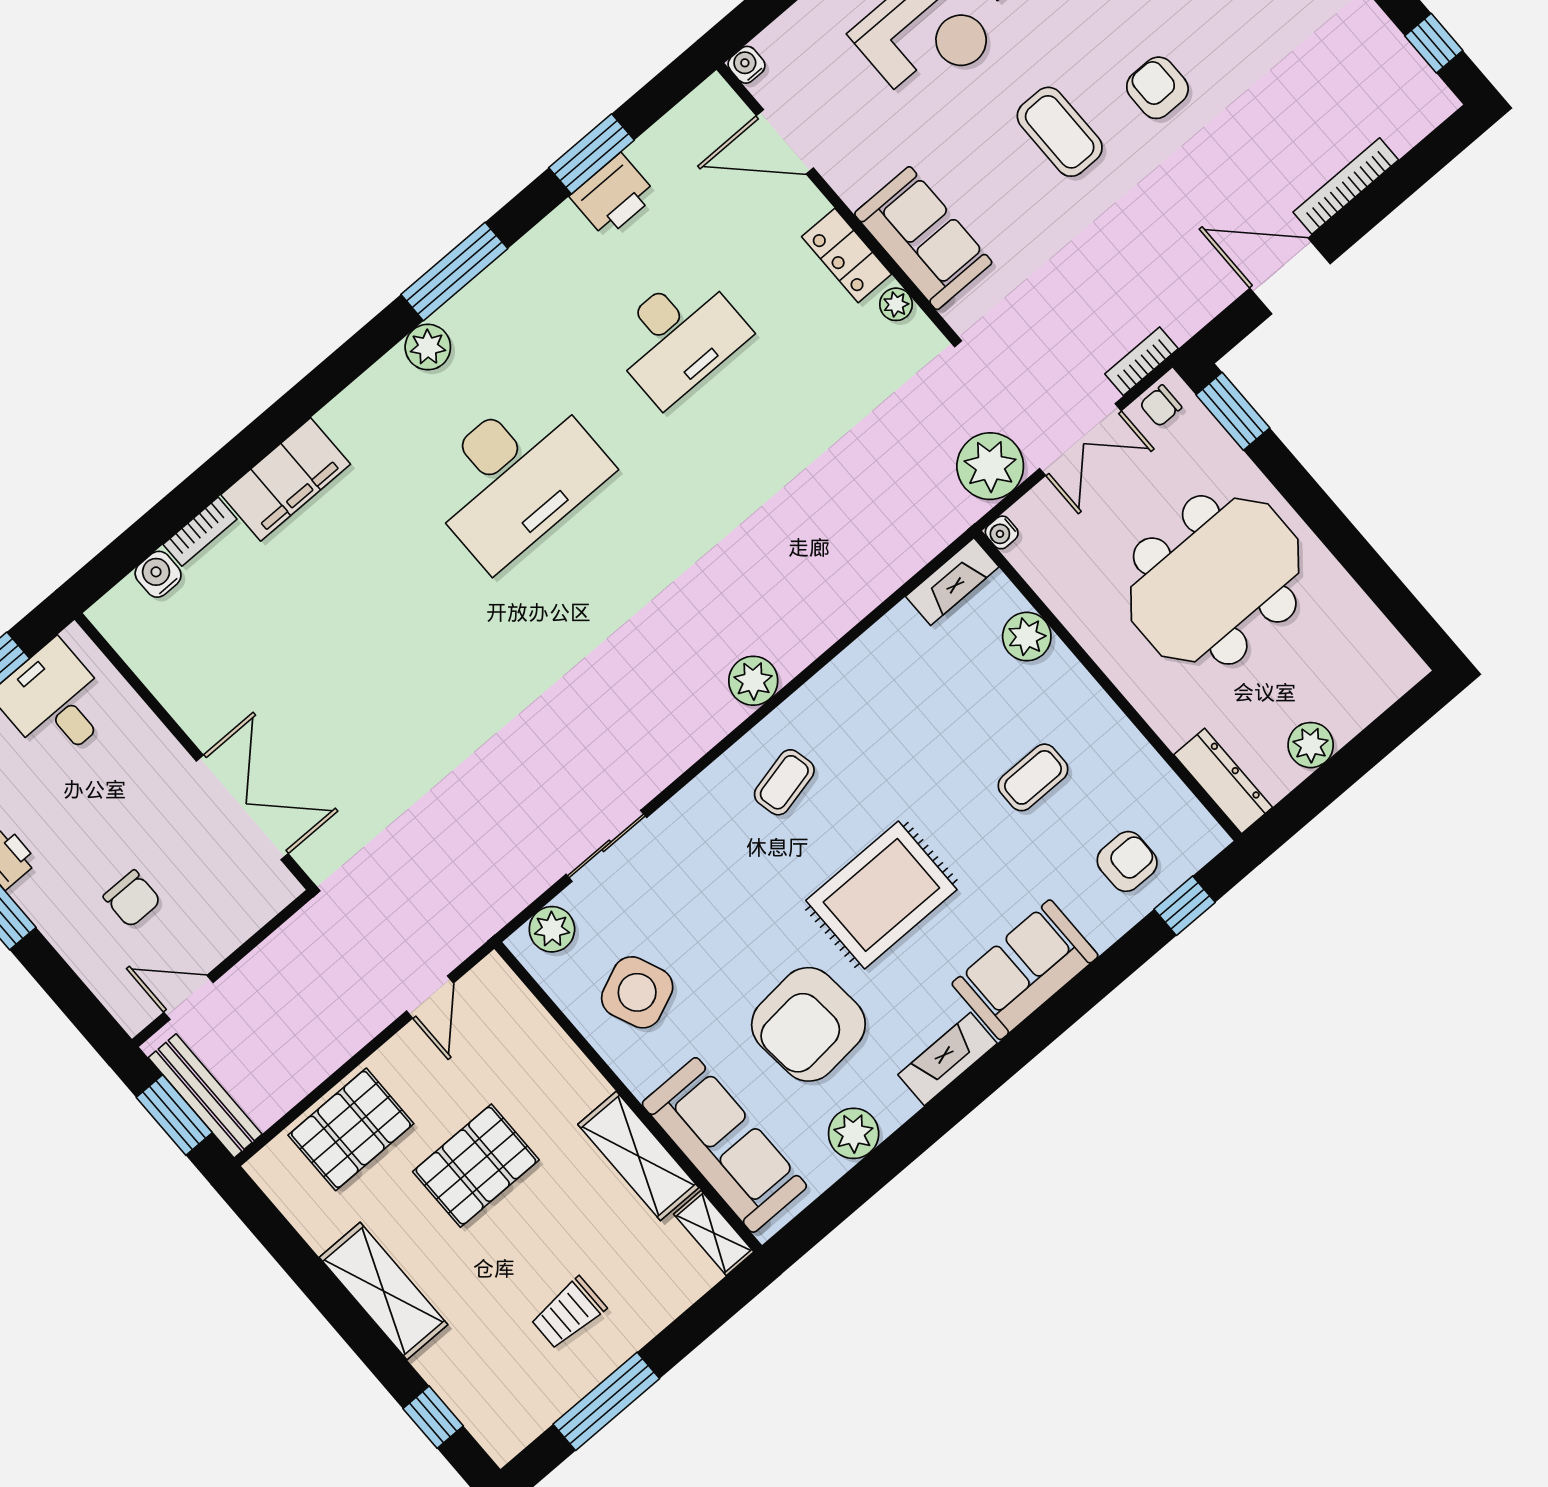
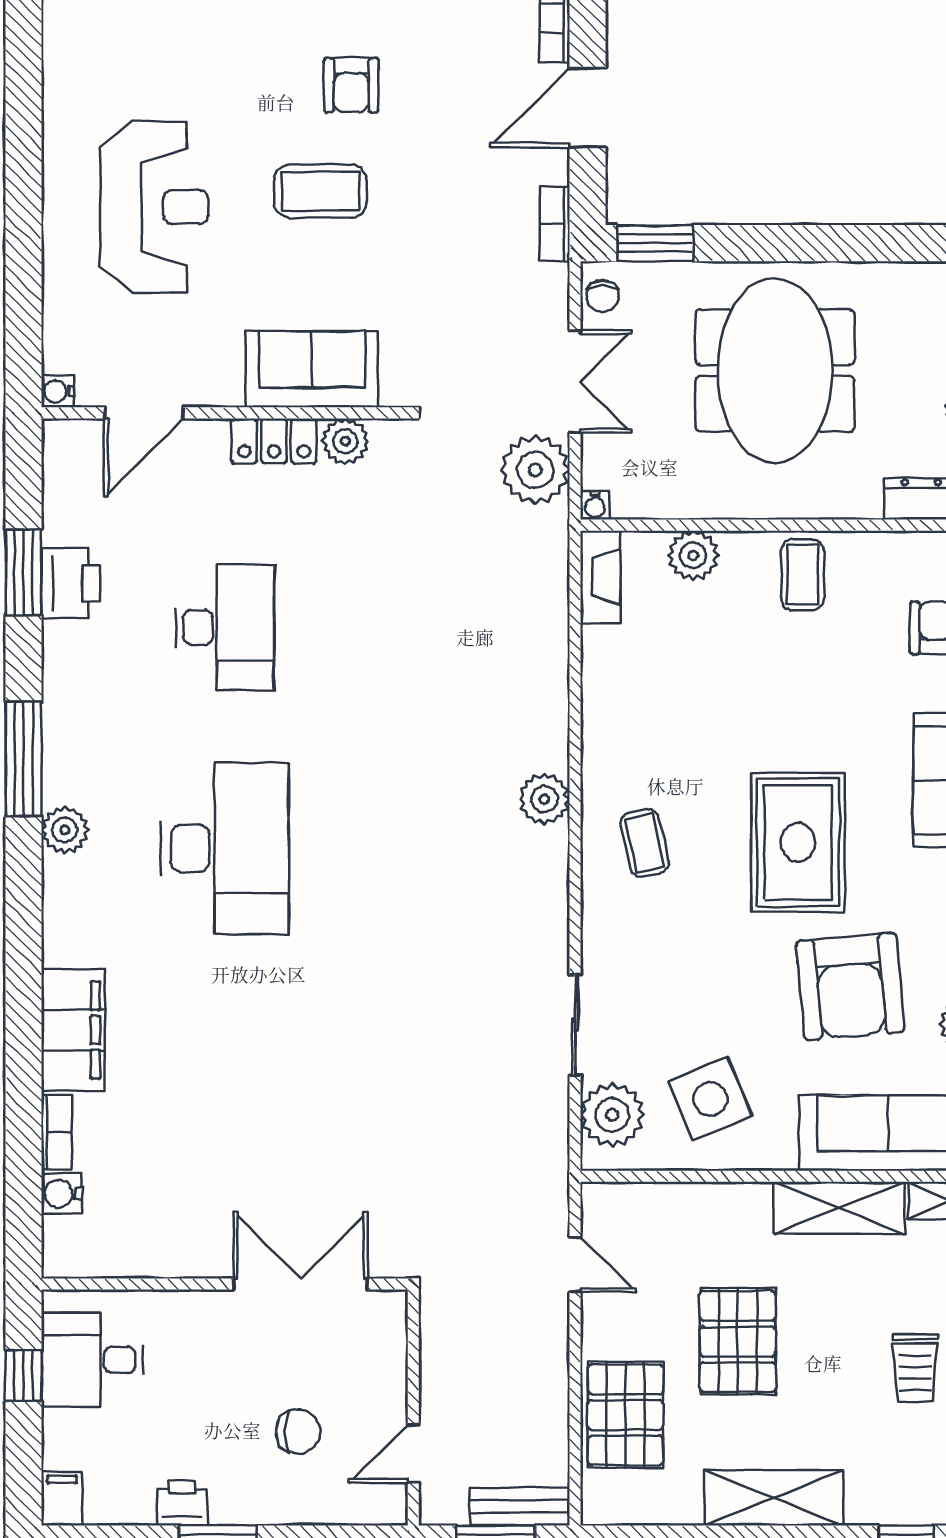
armchair: (1157, 88) -> (351, 85), turned -90
plant: (896, 304) -> (345, 441), width x1.38, depth x1.38
bookcase: (1142, 361) -> (555, 224), moved
coffee table: (1033, 777) -> (803, 574), moved
plant: (552, 929) -> (612, 1115), width x1.36, depth x1.36
bench: (205, 1096) -> (520, 1507), width x0.73

